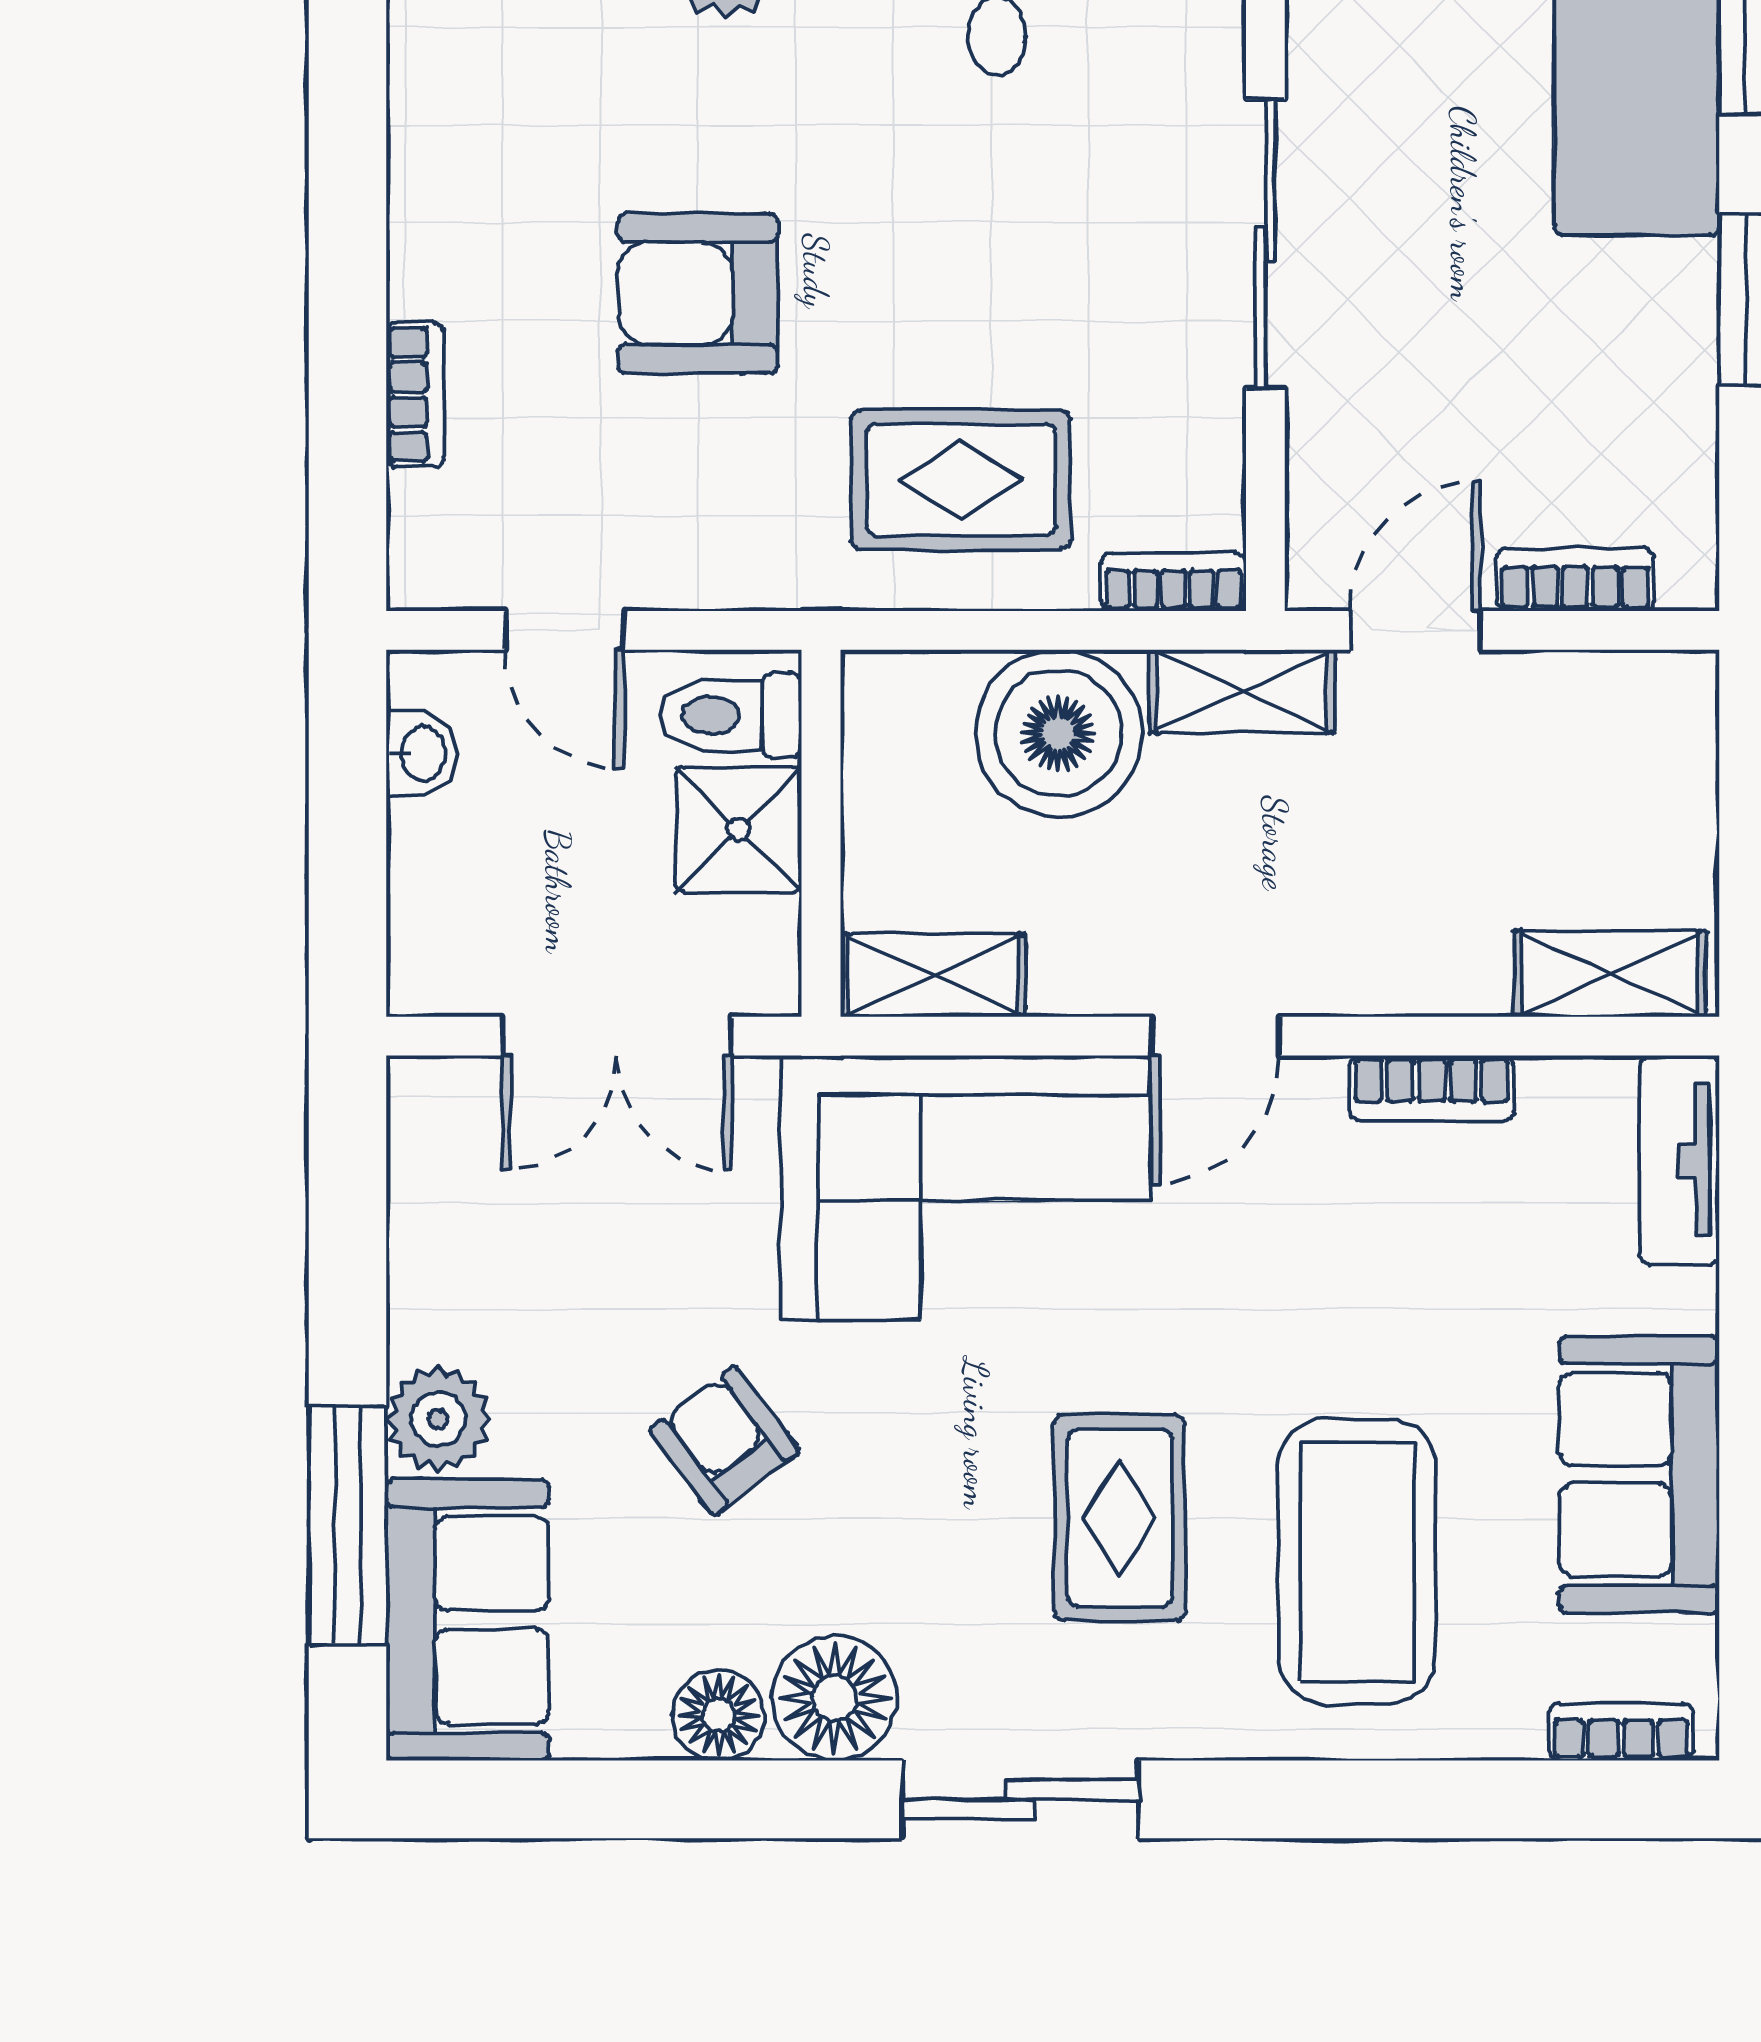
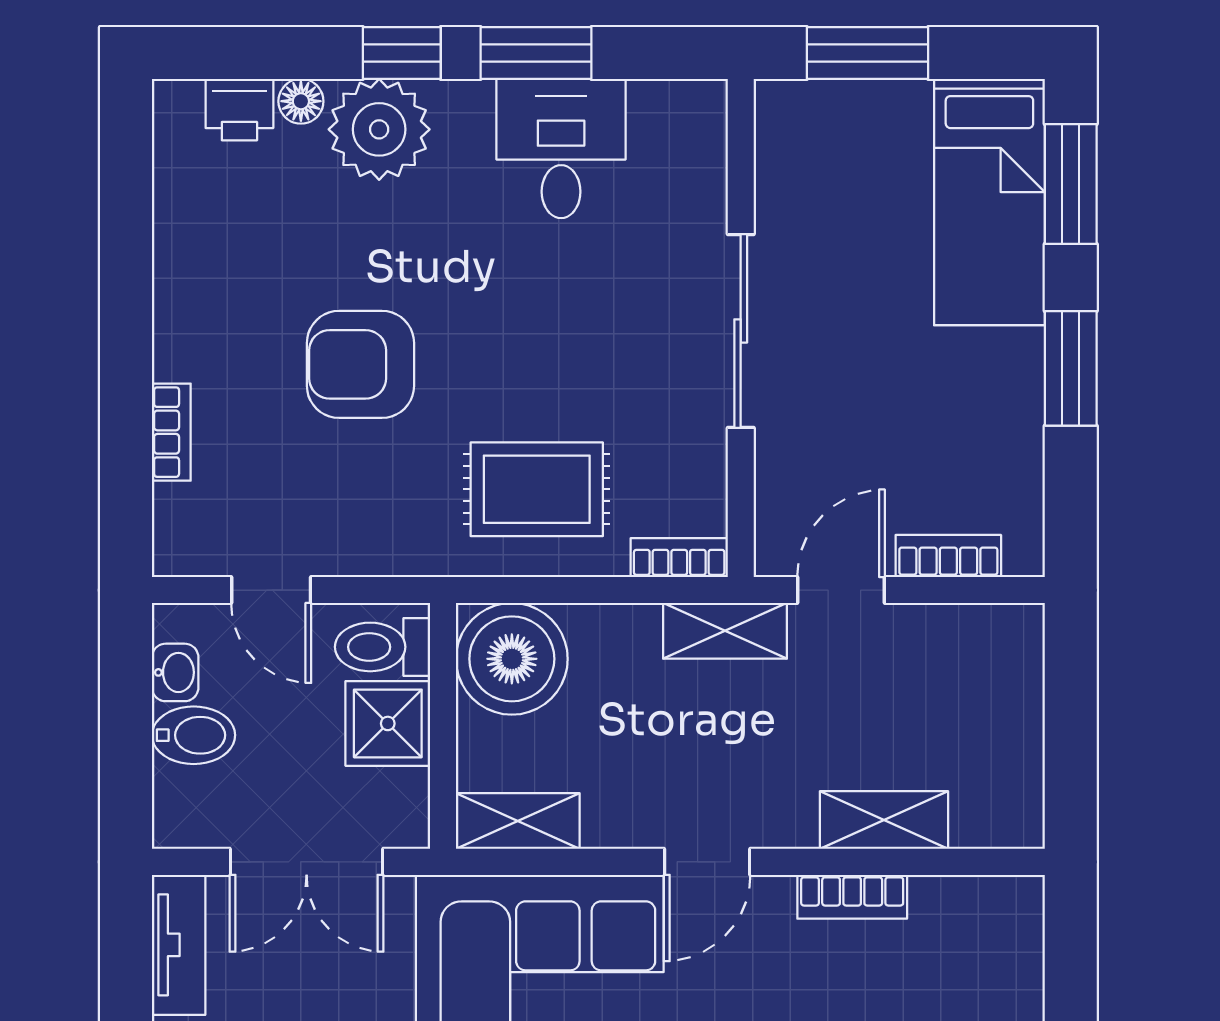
boiler: (1058, 733) -> (512, 659), moved
bidet: (448, 847) -> (194, 735), added
shelving: (1610, 974) -> (884, 820), moved
tv unit: (1679, 1160) -> (179, 945), moved, turned 180

